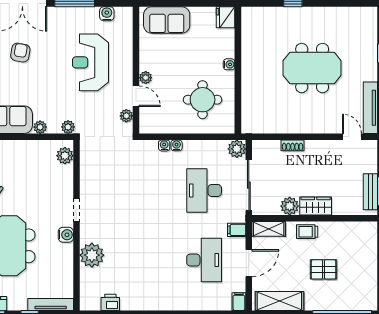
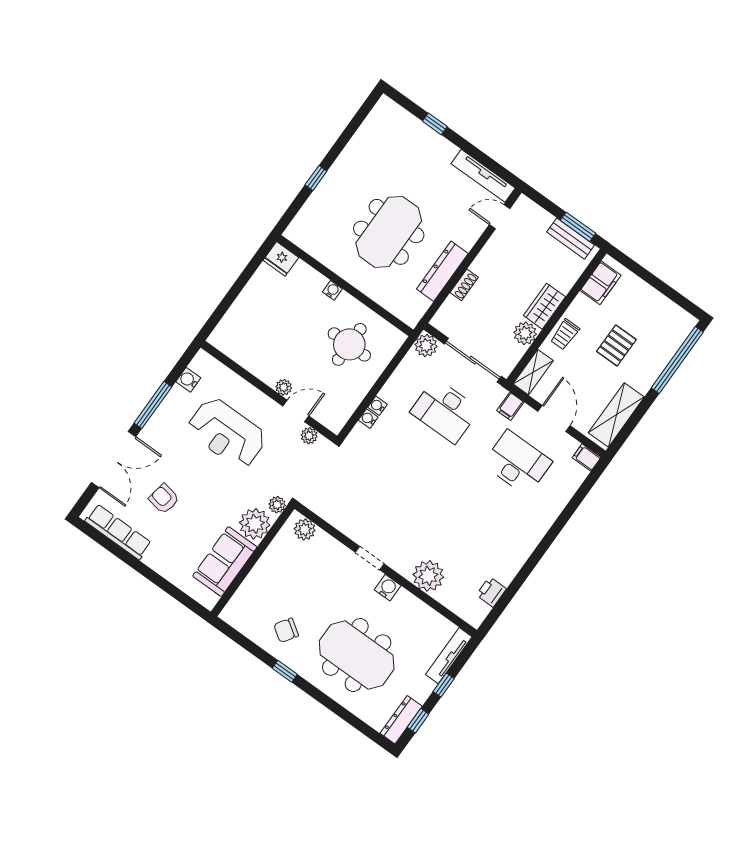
sofa: (167, 20) -> (240, 322), removed
meeting table: (312, 68) -> (389, 232), moved
dresser: (291, 125) -> (442, 271), added
plant: (40, 127) -> (255, 524), width x1.87, depth x1.87
filing cabinet: (356, 231) -> (601, 283), added

